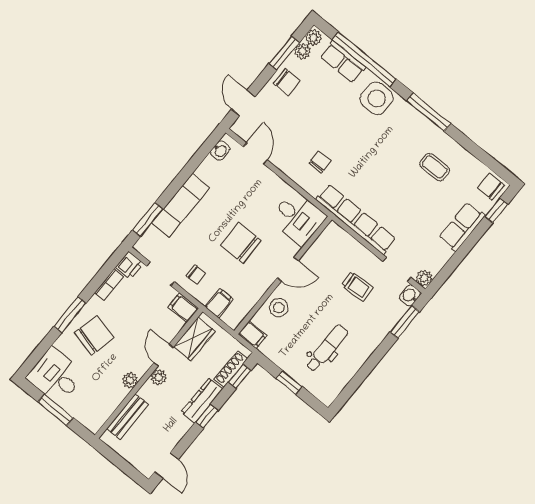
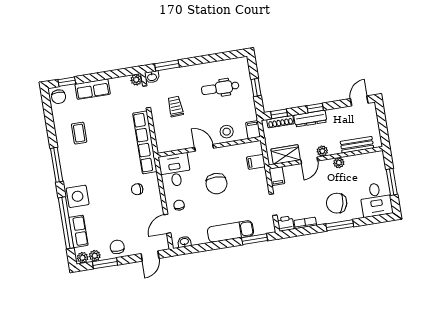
chair: (196, 275) -> (179, 205), moved

